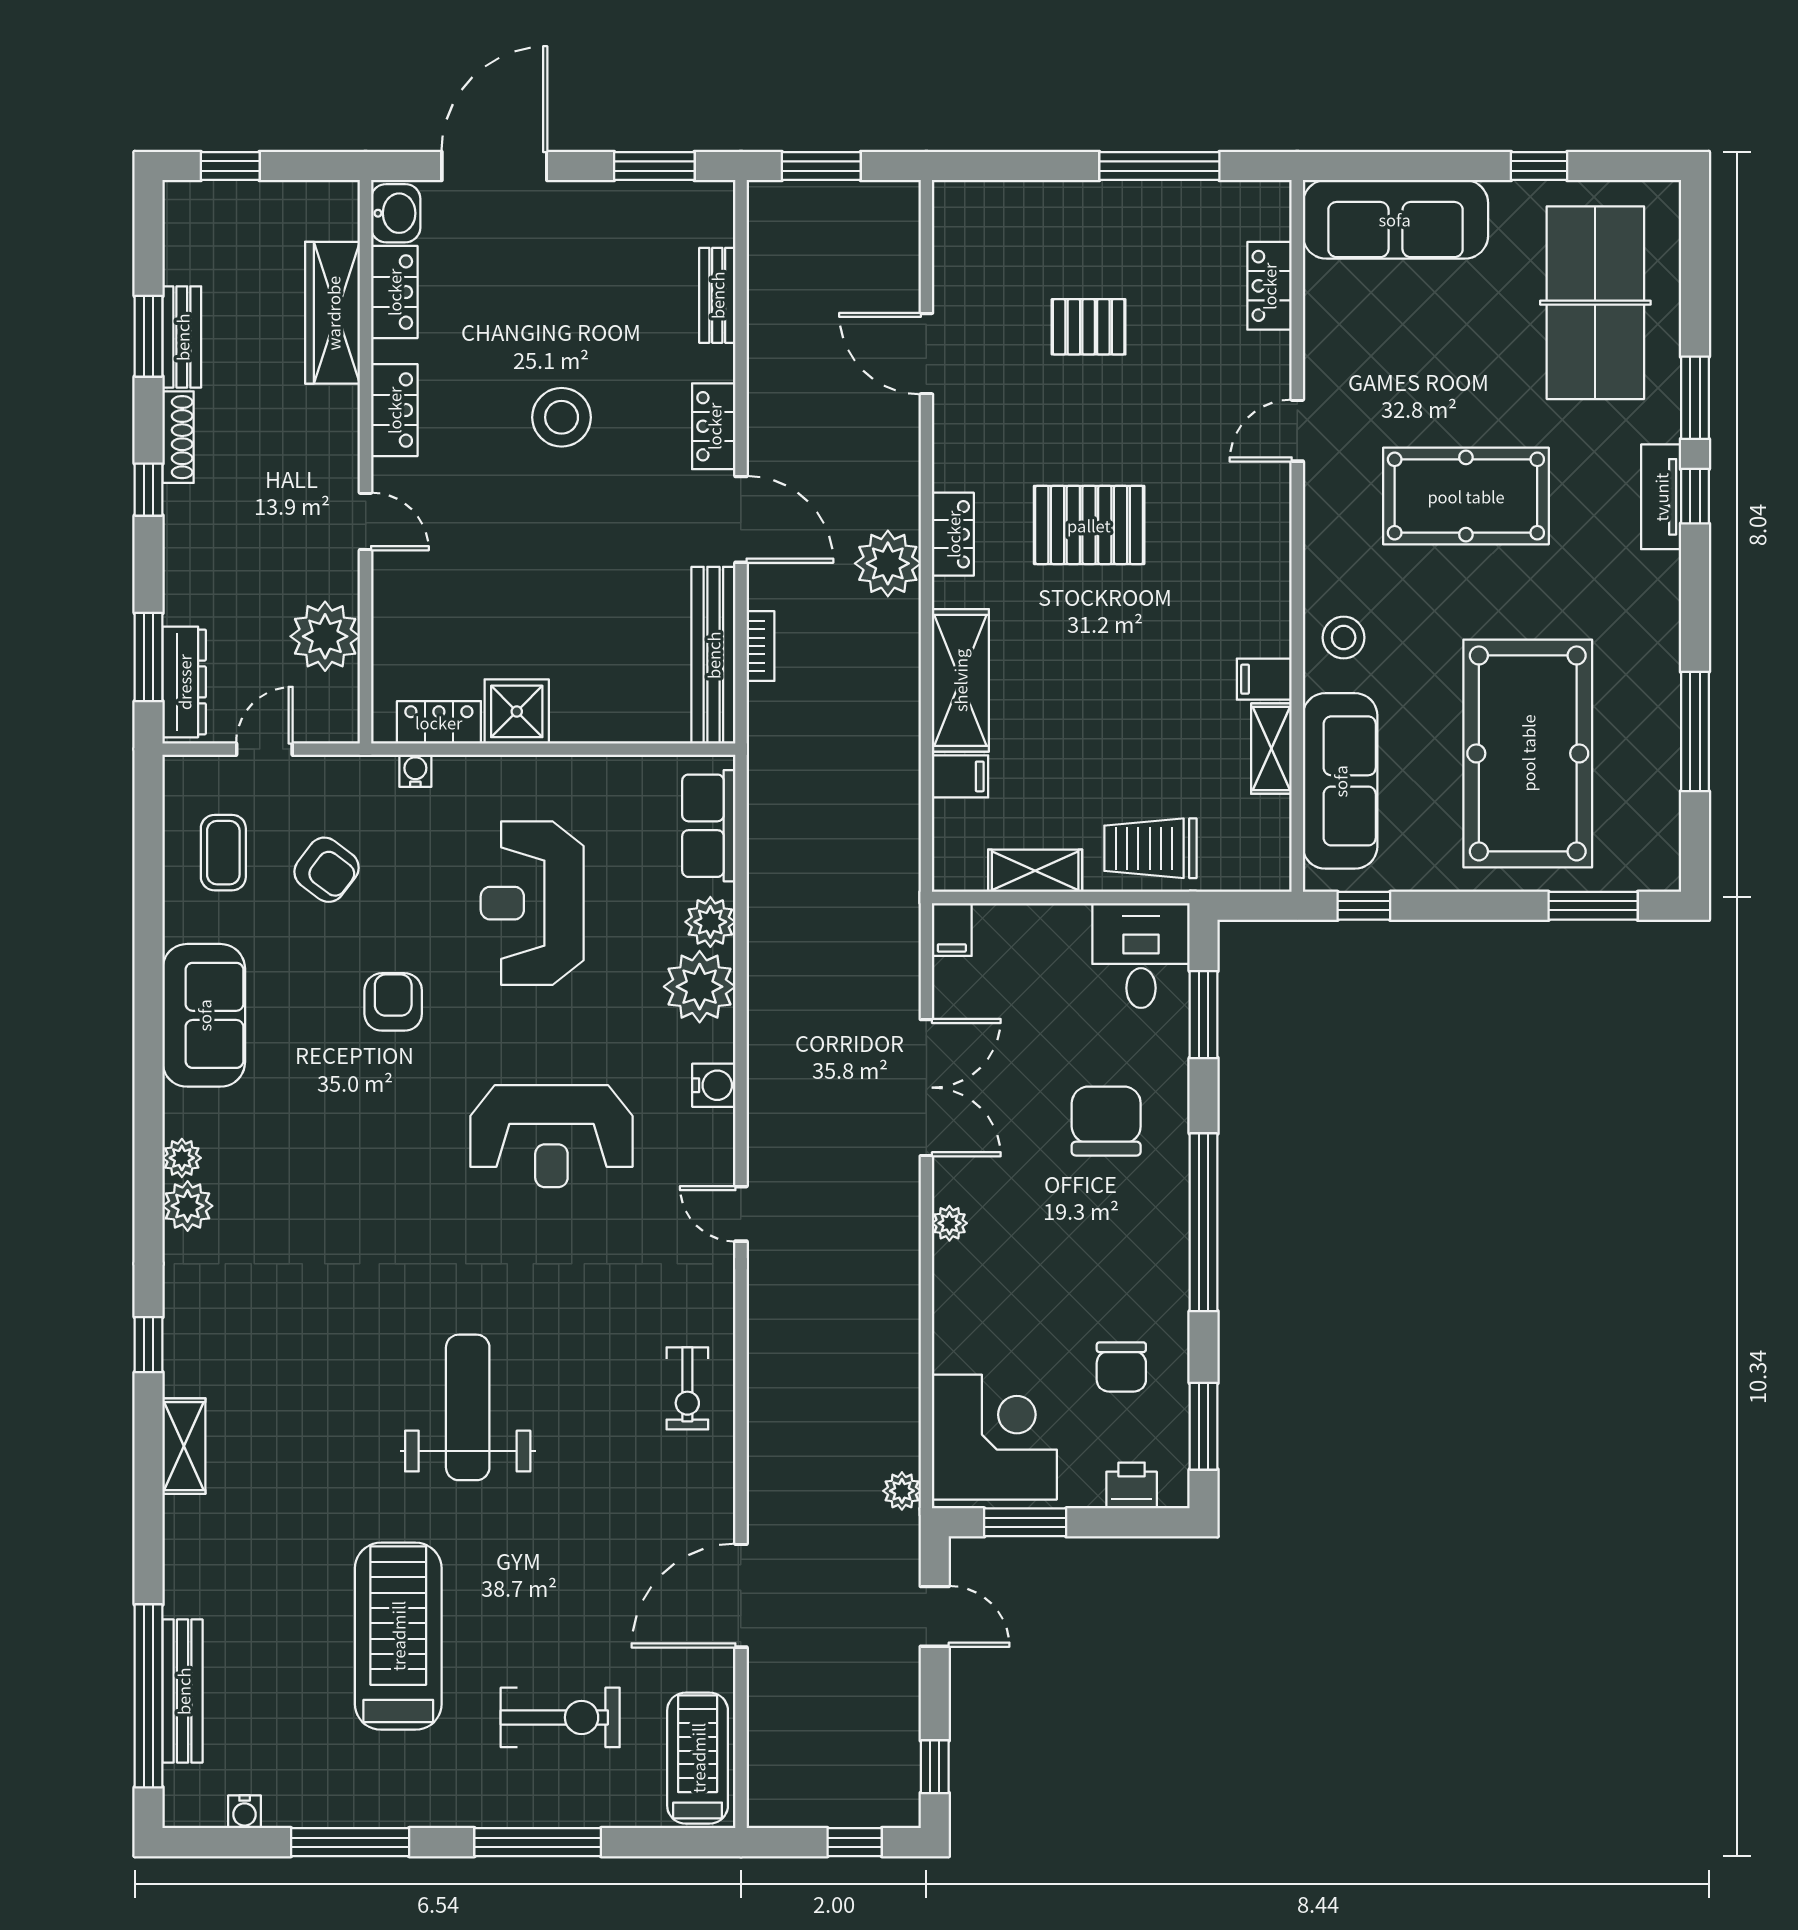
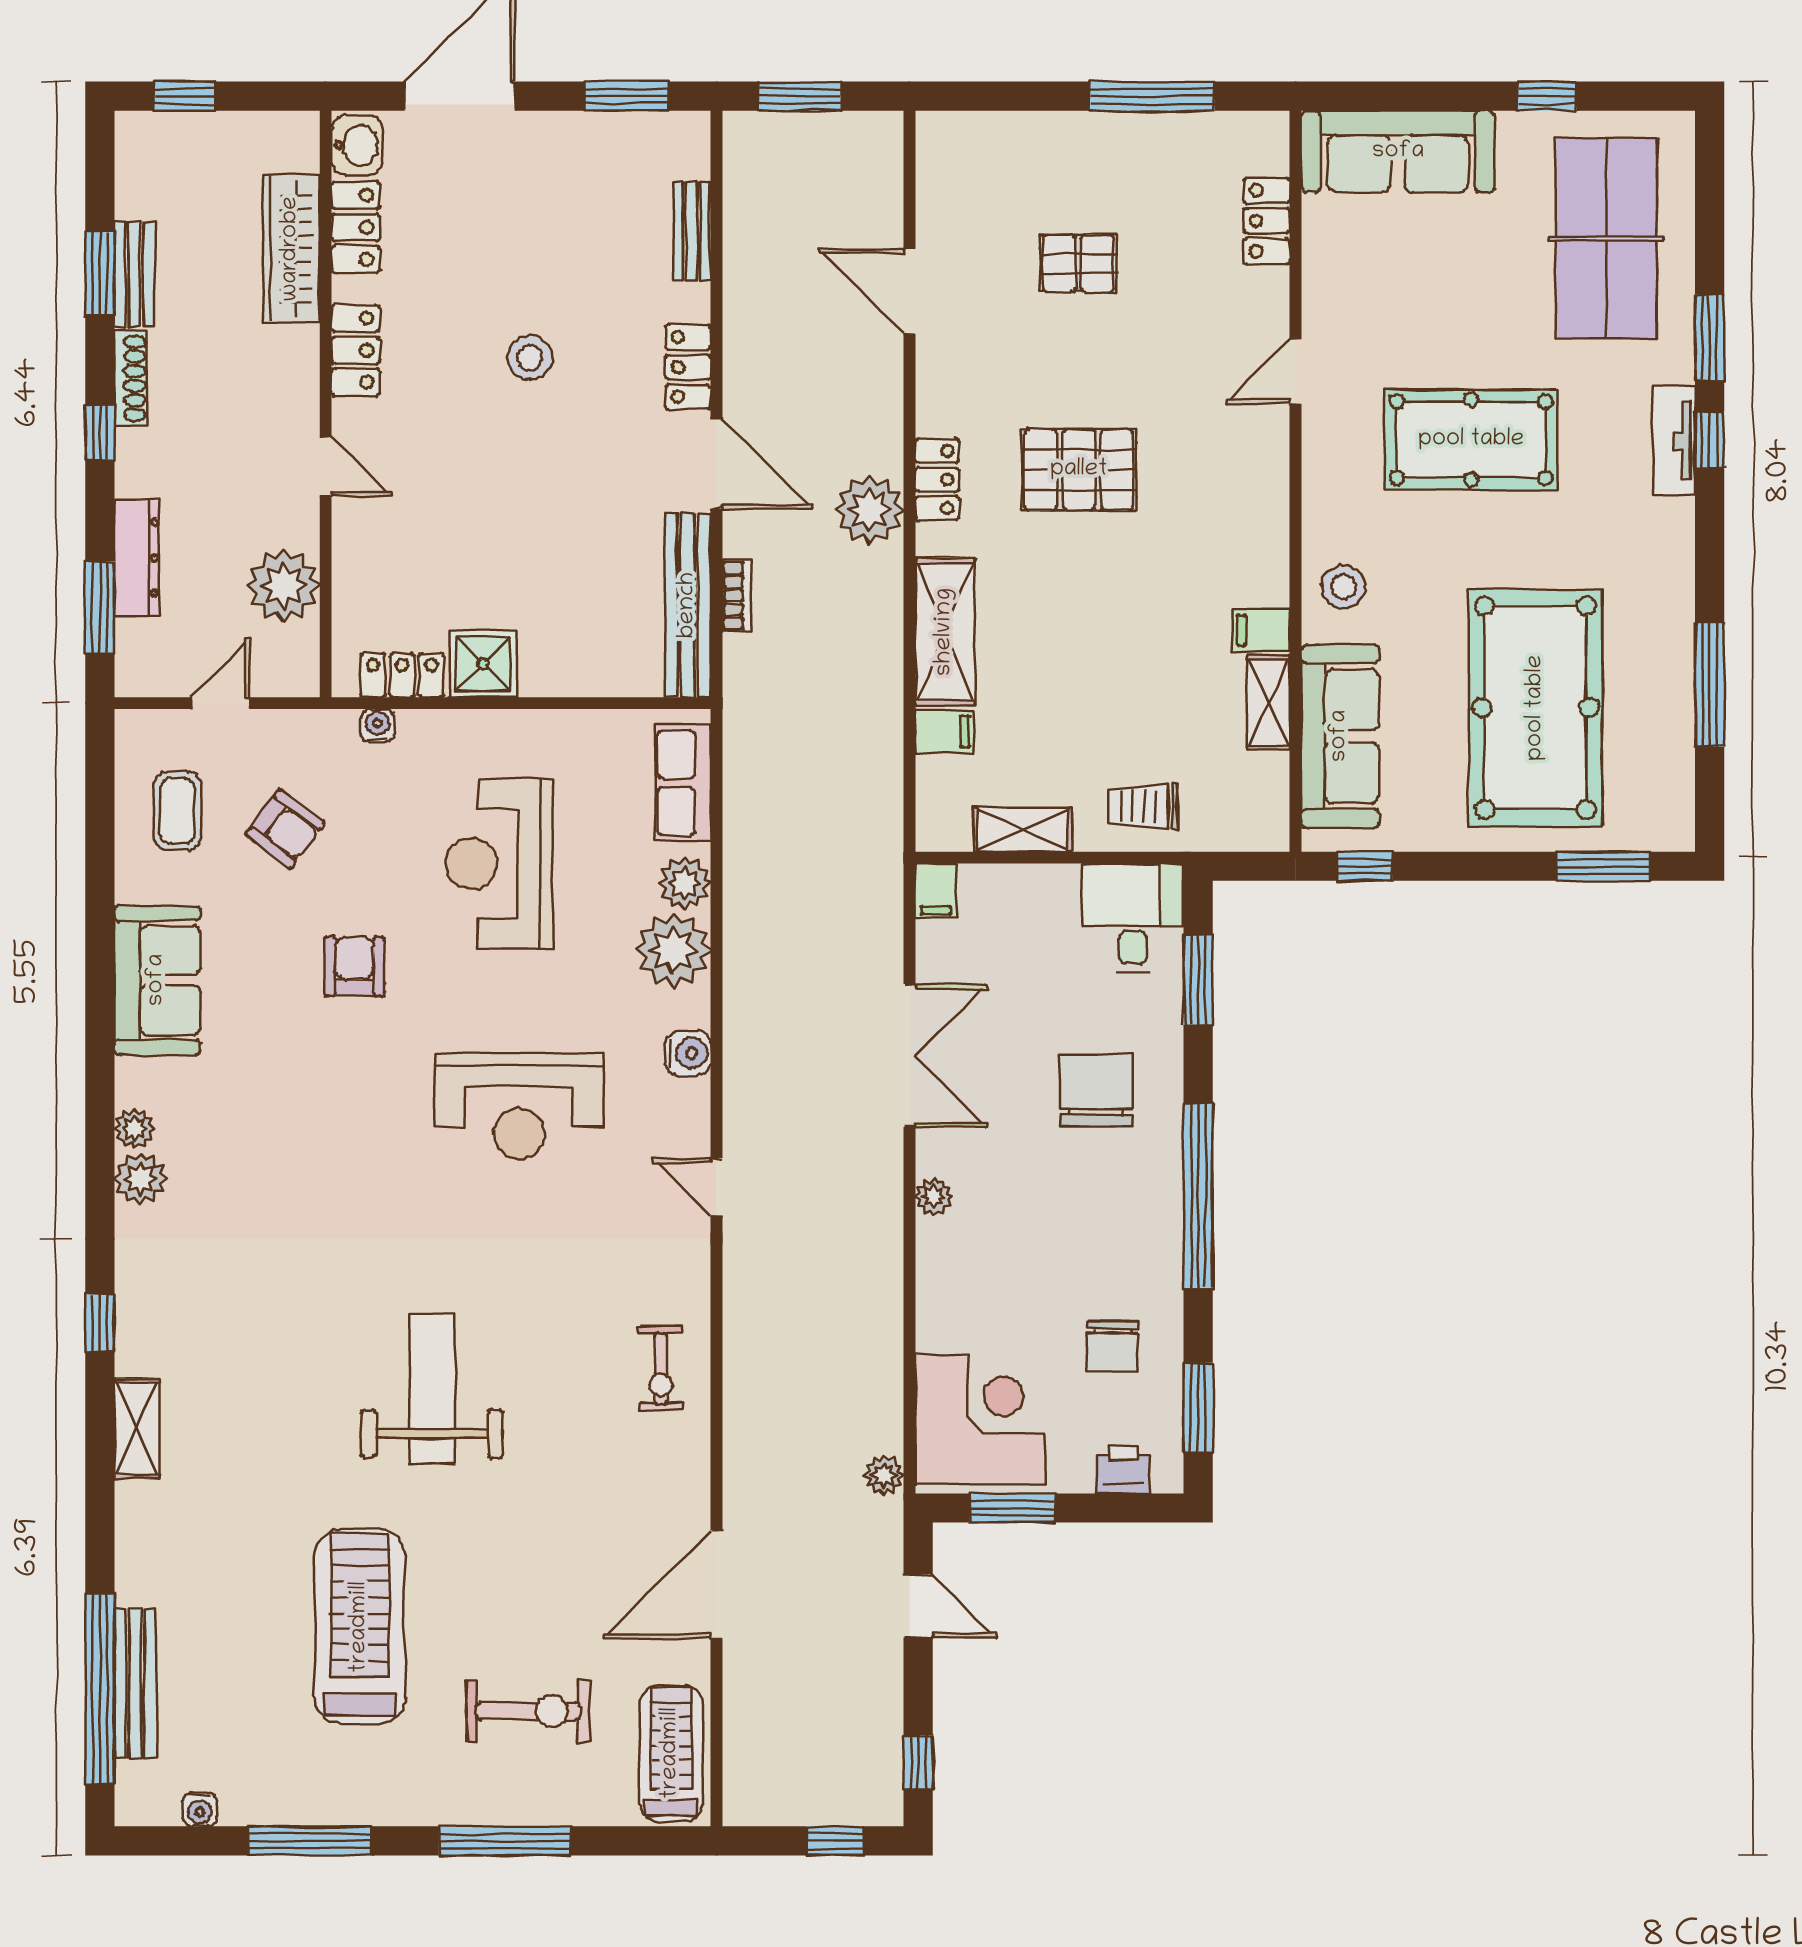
stool: (562, 417) -> (530, 358), width x0.73, depth x0.73
dresser: (184, 682) -> (137, 558), moved
trolley: (1150, 848) -> (1143, 806), width x0.73, depth x0.72

